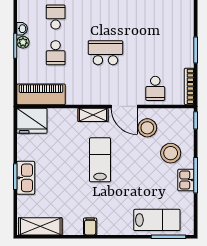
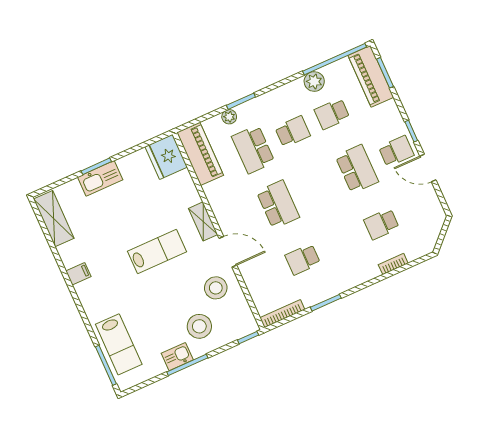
washbasin: (22, 29) -> (263, 100), removed
plant: (23, 42) -> (229, 117), moved
school desk: (56, 53) -> (253, 149), width x1.85
school desk: (155, 88) -> (303, 259), moved
door: (124, 106) -> (228, 252), swing flipped

